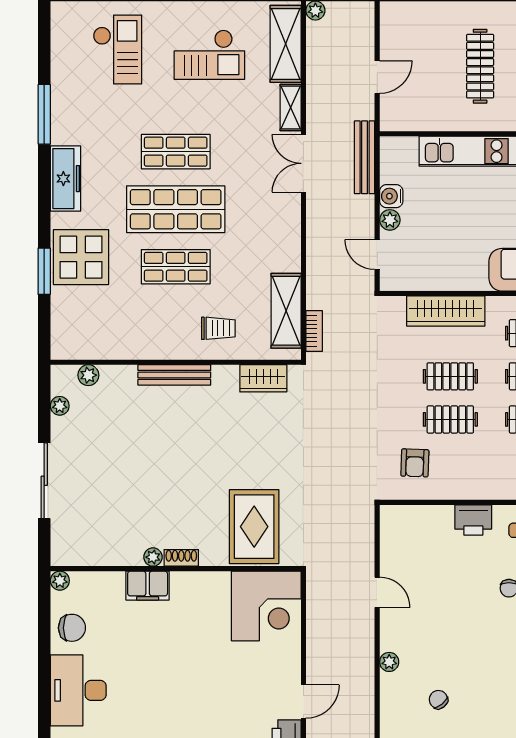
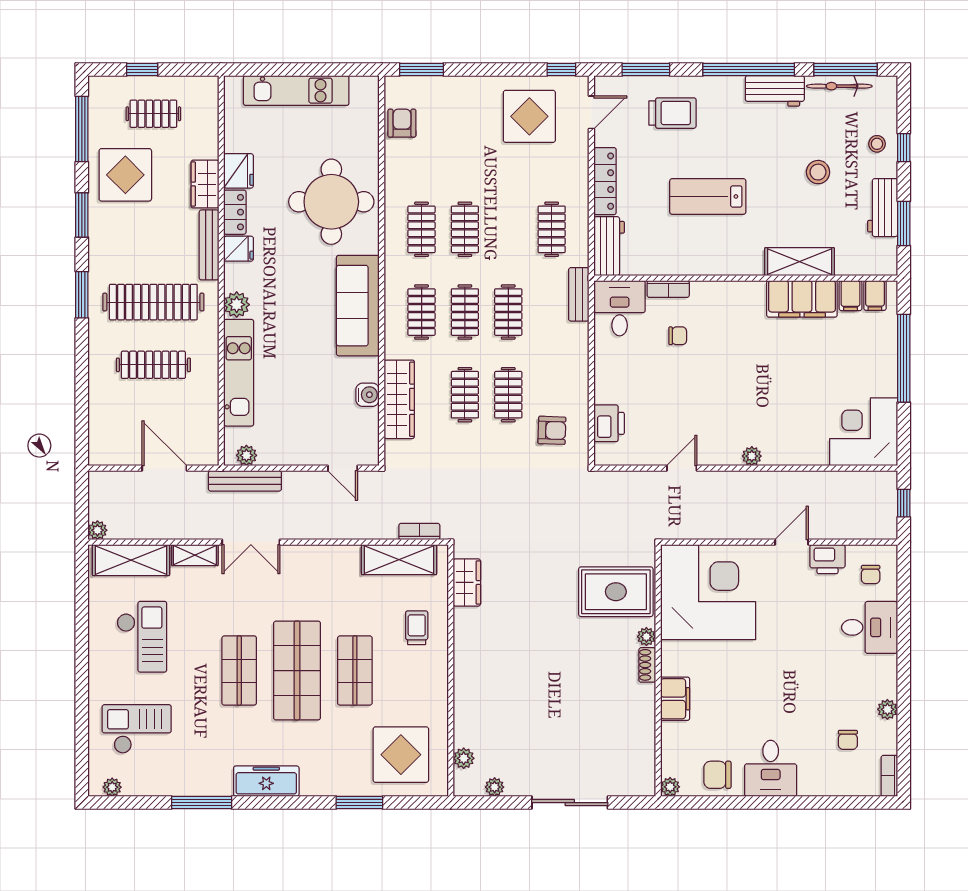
plant: (60, 25) -> (112, 787), added
door: (377, 77) -> (164, 468), width x1.38
water cooler: (391, 196) -> (368, 395), moved, turned -90
plant: (390, 220) -> (246, 455), moved
door: (377, 255) -> (343, 468), hinge flipped
display table: (81, 257) -> (401, 755), moved
bench: (174, 375) -> (463, 672), removed
printer: (473, 520) -> (609, 423), moved
plant: (153, 557) -> (646, 637), moved
corner desk: (266, 606) -> (708, 592), width x1.36, depth x1.36
chair: (72, 628) -> (717, 775), turned -90
desk: (78, 690) -> (771, 768), width x0.73
chair: (438, 700) -> (790, 407), removed
door: (303, 702) -> (792, 542), hinge flipped

